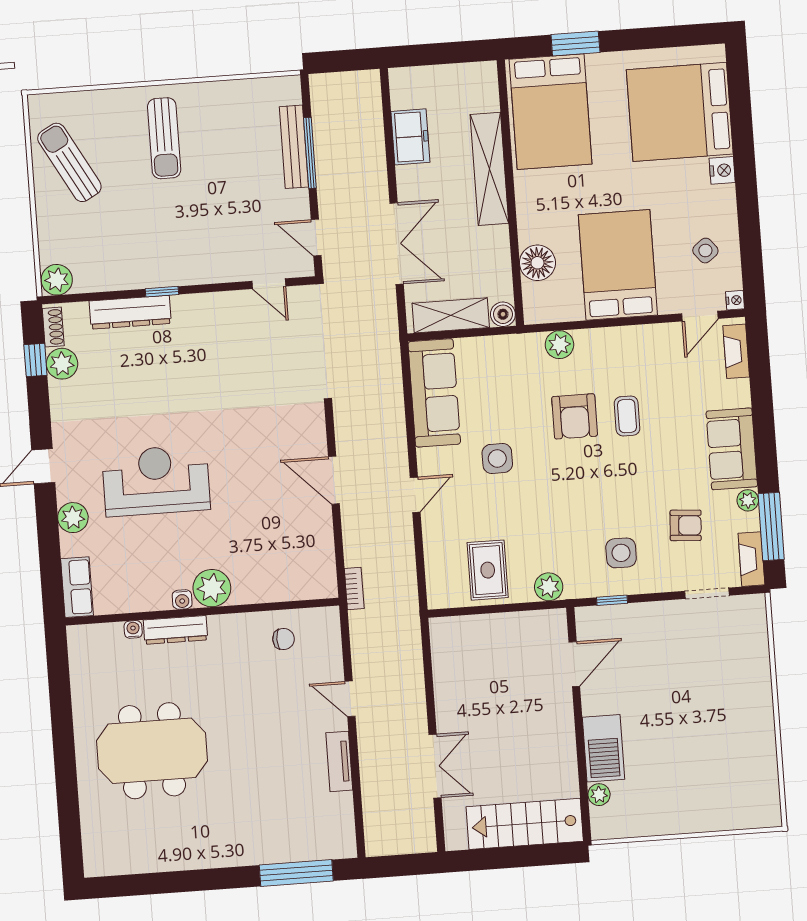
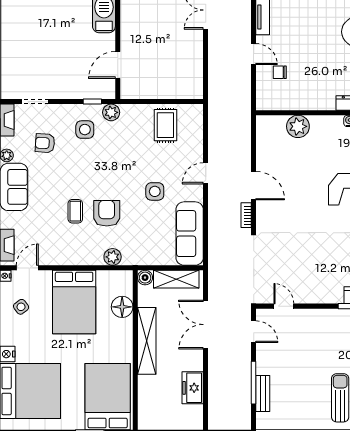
bench: (294, 147) -> (263, 394), width x0.73
shelving: (489, 169) -> (147, 341), moved
plant: (549, 587) -> (111, 112), moved
plant: (212, 588) -> (298, 126), moved
bookcase: (354, 588) -> (246, 215), moved
chair: (284, 639) -> (280, 72), moved

